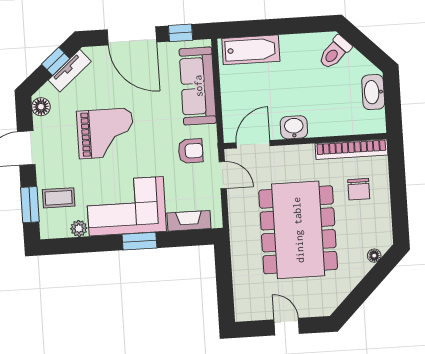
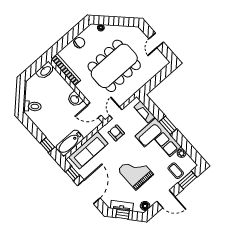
window: (256, 28) -> (47, 145), added
bathtub: (251, 50) -> (70, 143), moved, turned -90
washbasin: (373, 92) -> (45, 71), moved
chair: (359, 189) -> (79, 43), moved

